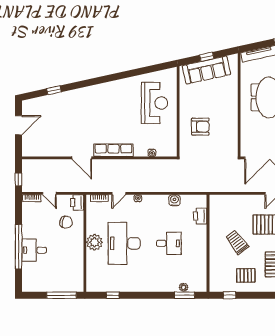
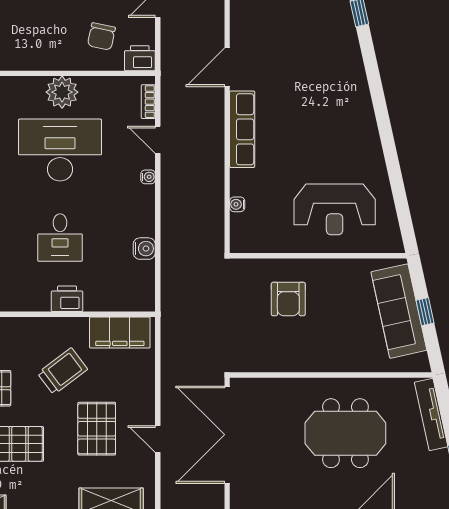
filing cabinet: (217, 213) -> (120, 332), added
printer: (200, 216) -> (67, 299), moved

